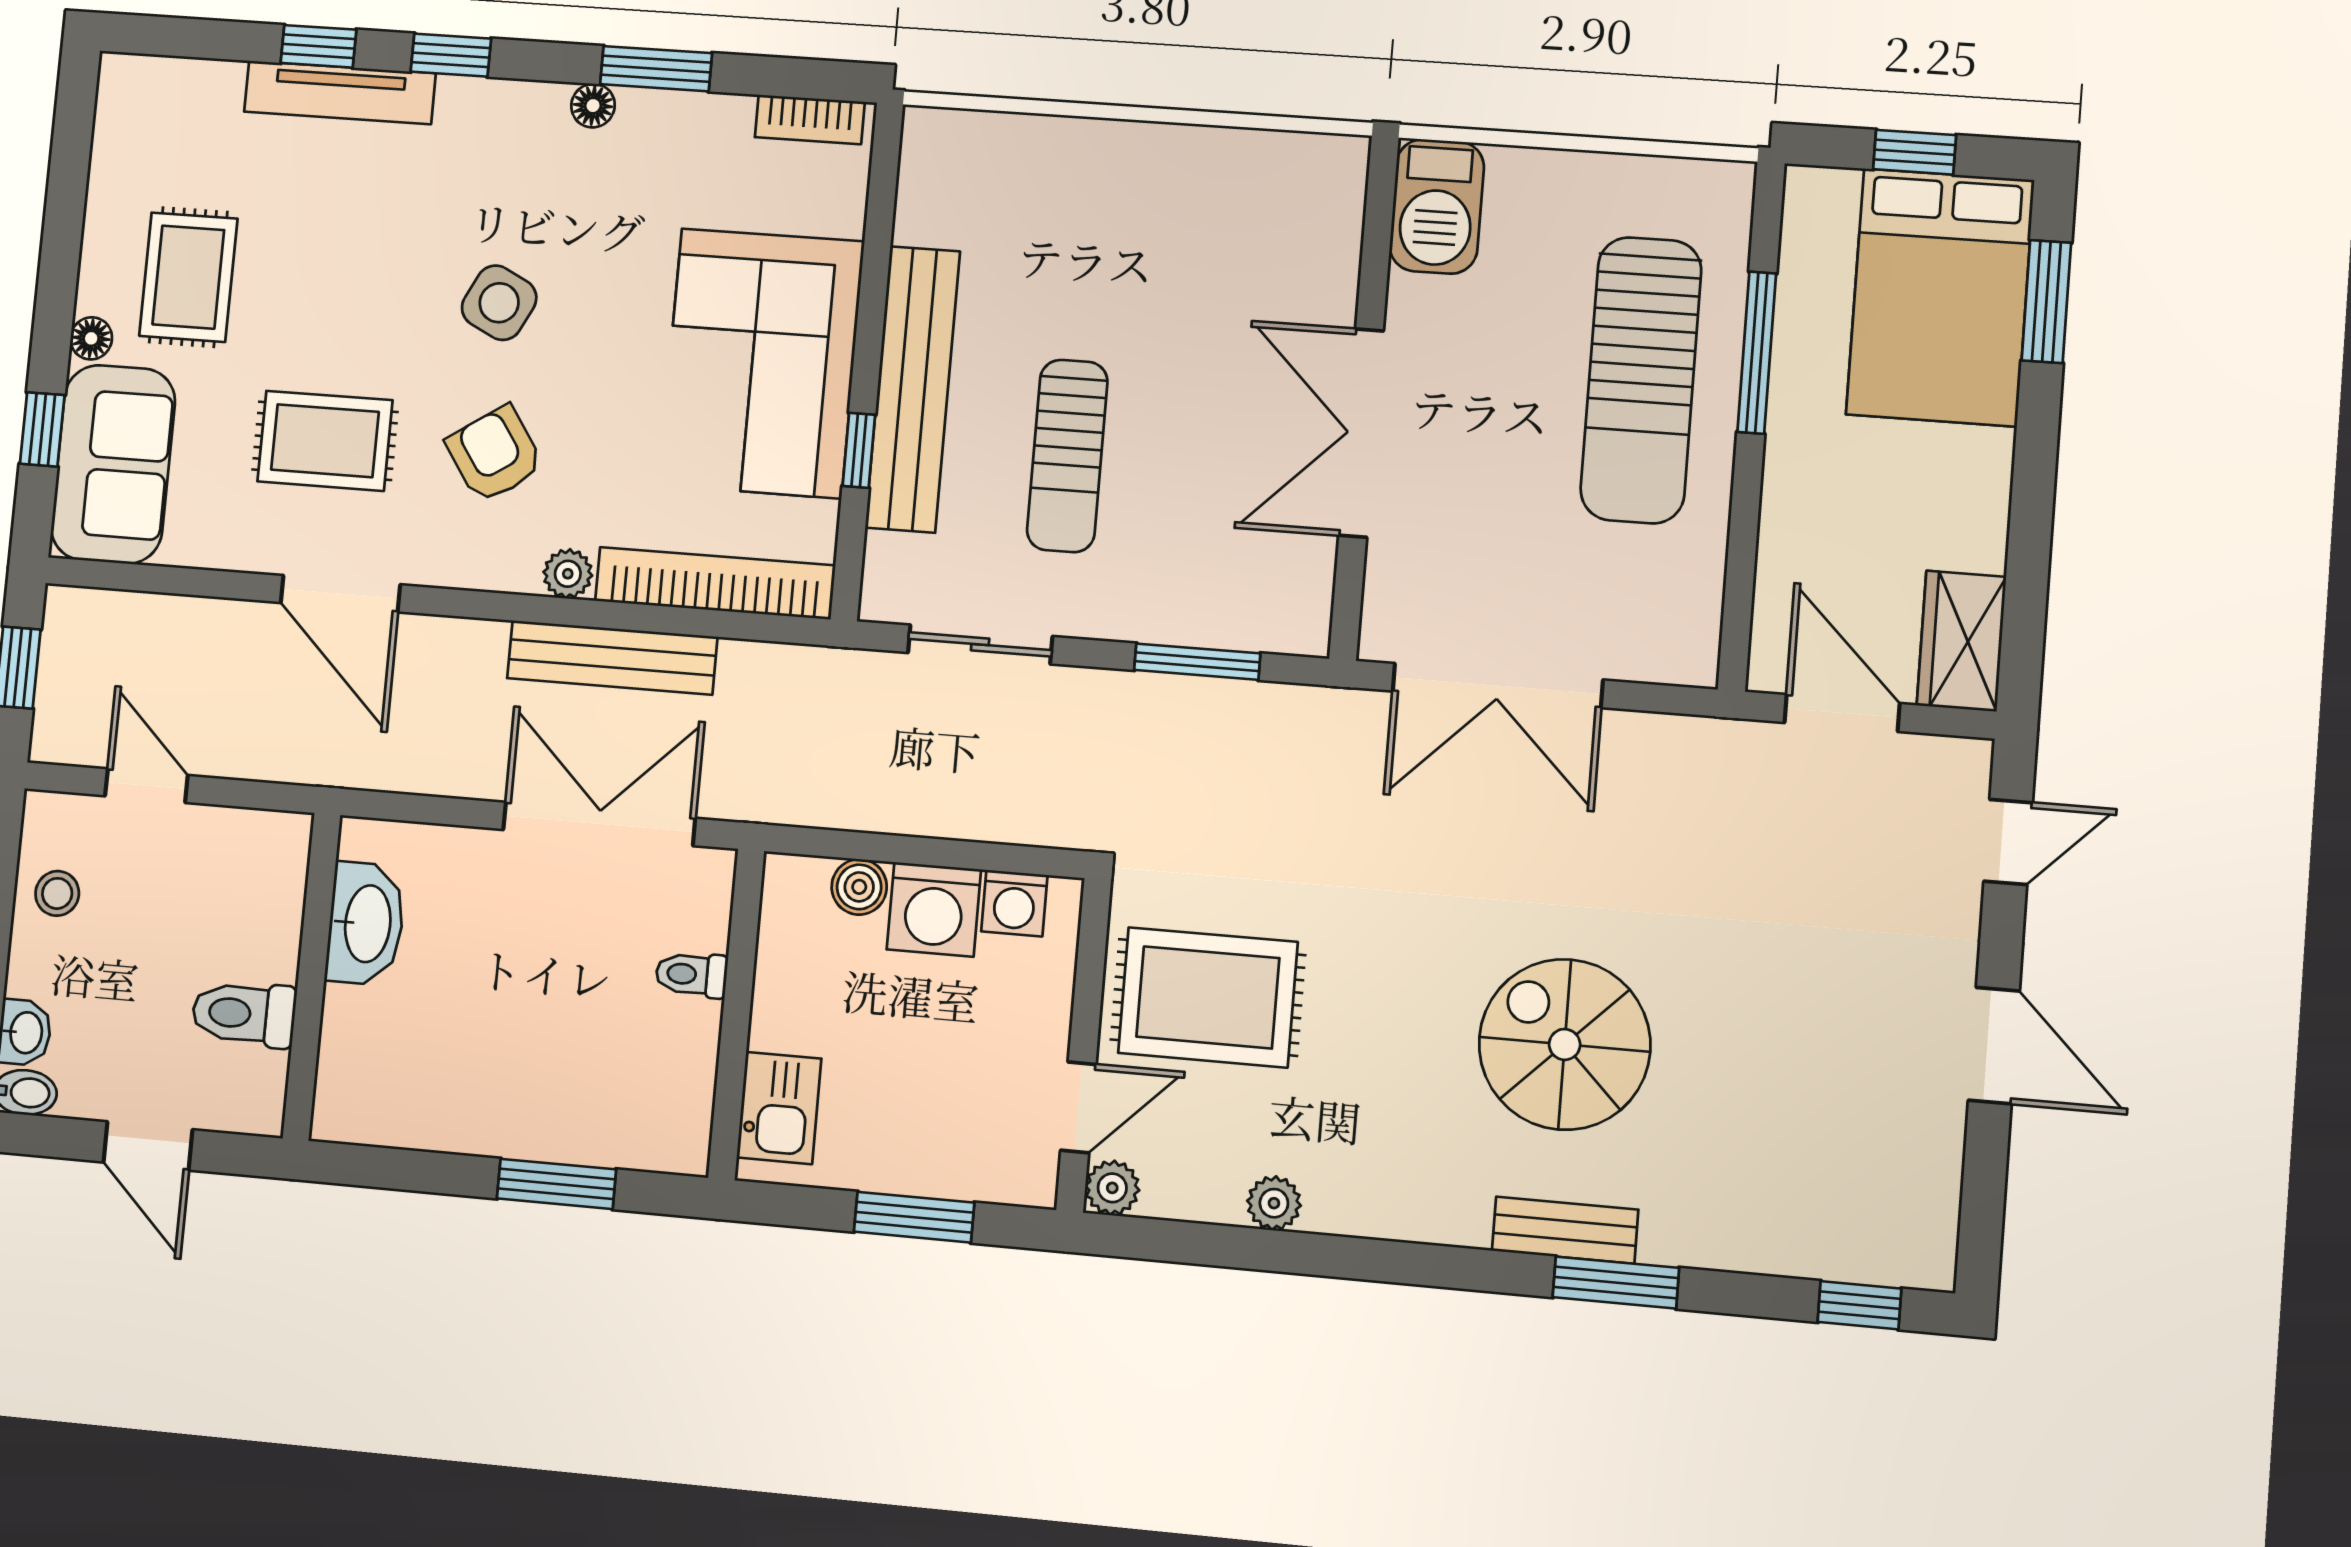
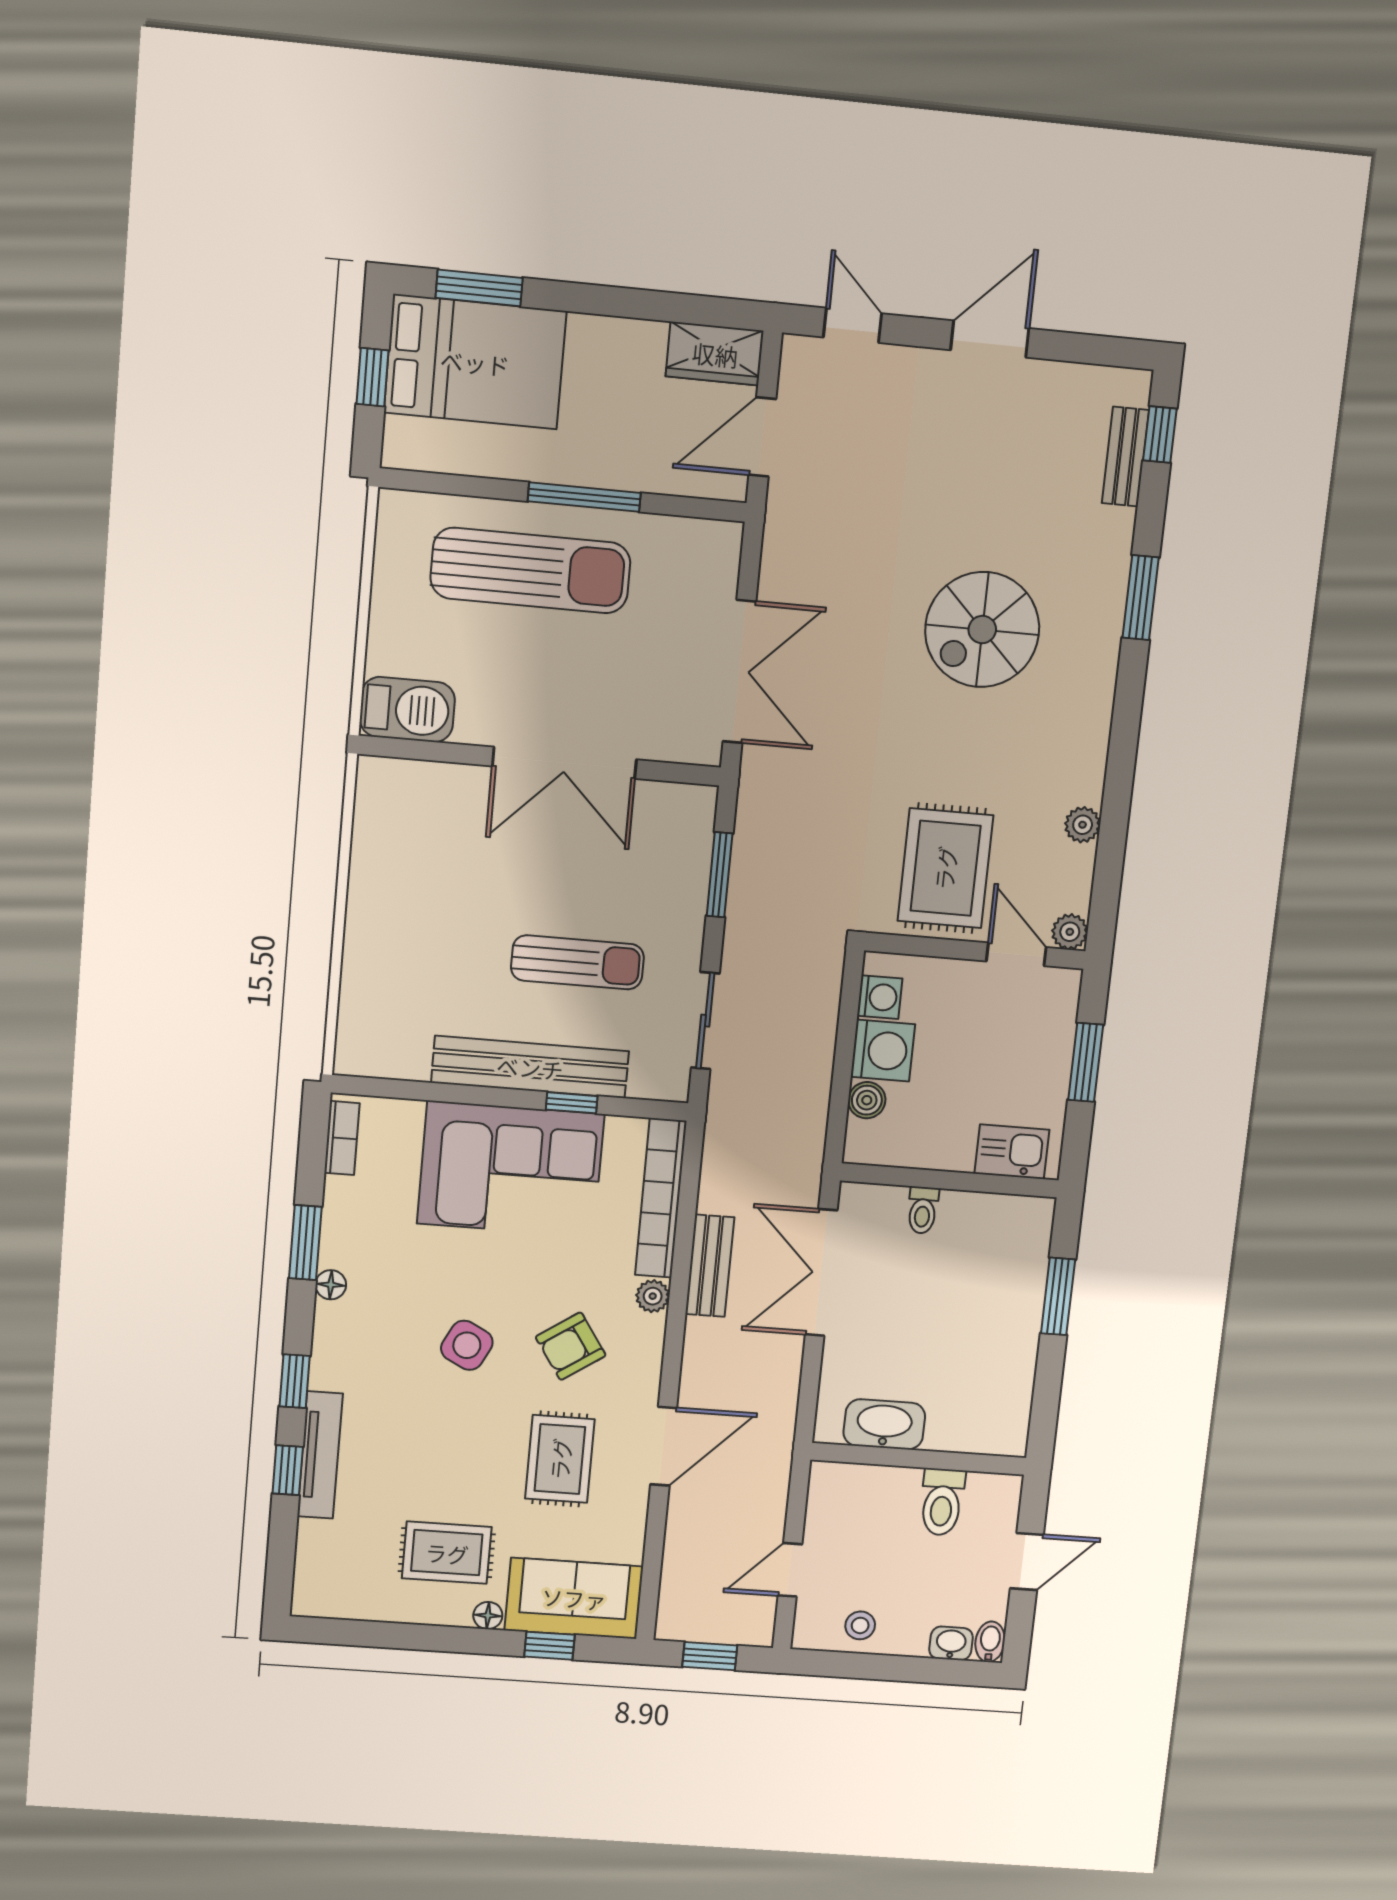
window: (1757, 353) -> (584, 497), moved
bench: (612, 658) -> (710, 1266), width x0.73
bench: (1565, 1230) -> (1126, 457), moved

